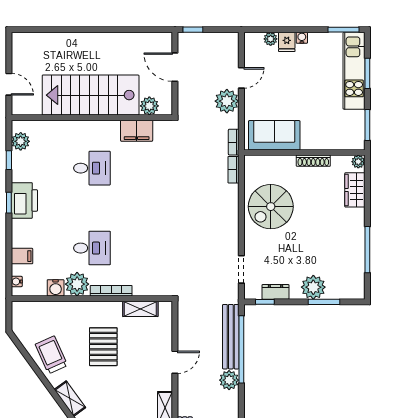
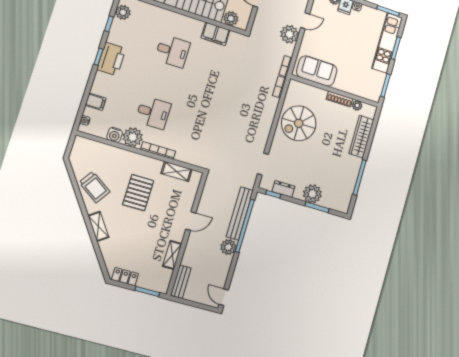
plant: (358, 162) -> (357, 105), moved
wardrobe: (355, 190) -> (361, 137), width x1.50
trolley: (51, 355) -> (94, 187), turned 148

